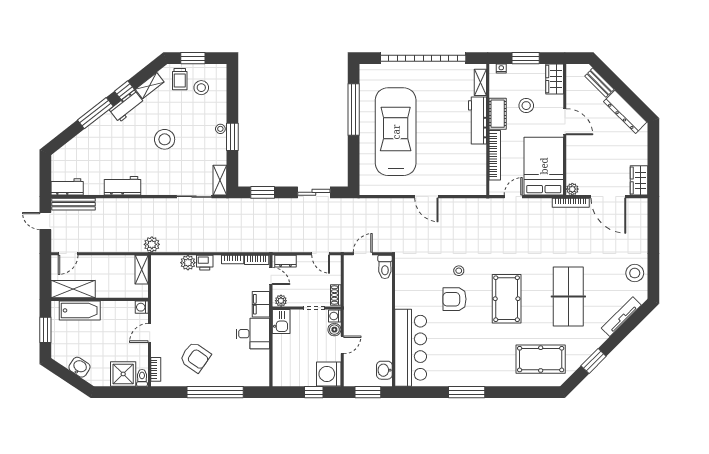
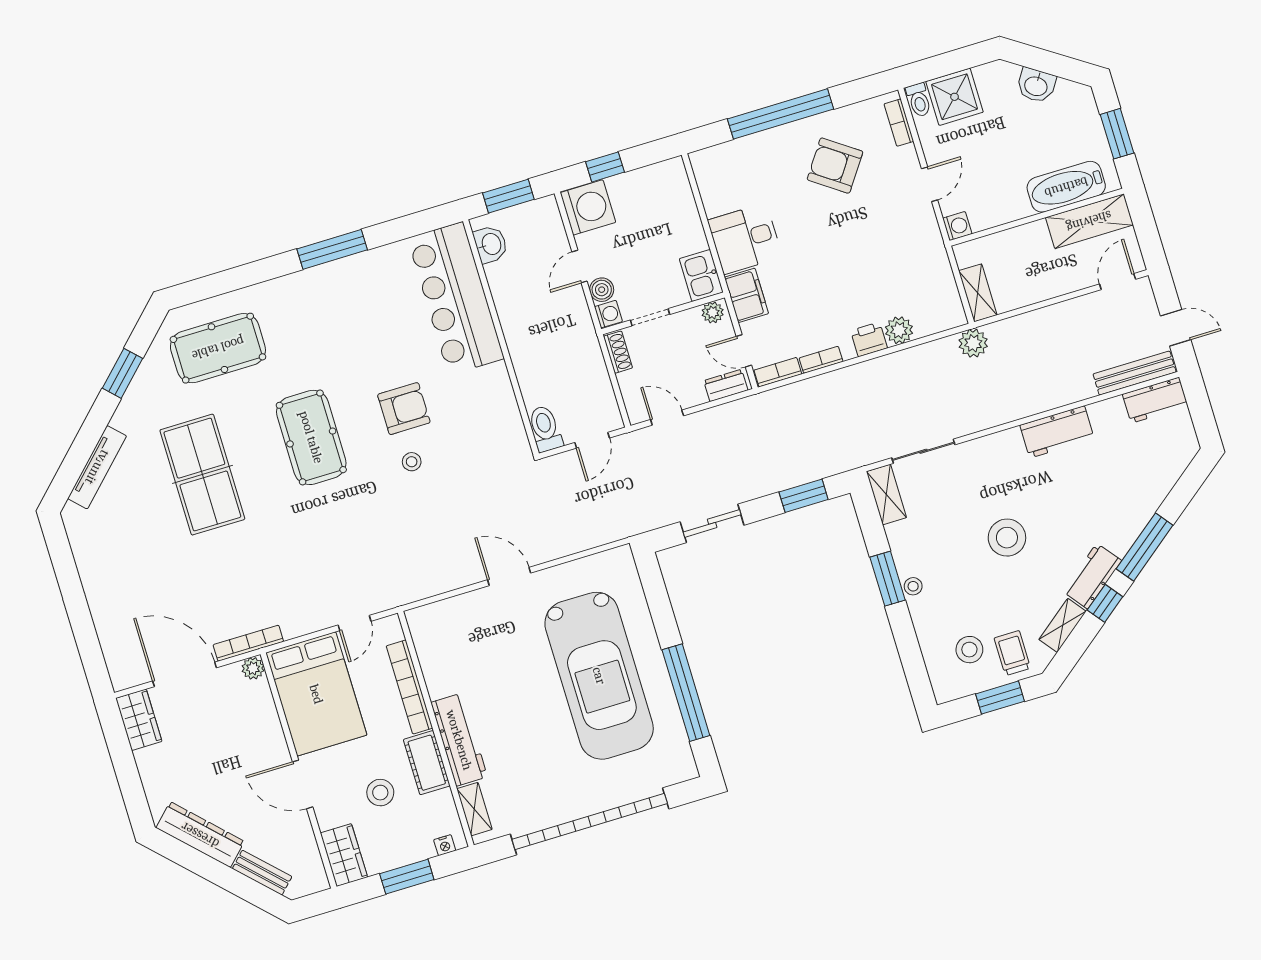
stool: (635, 273) -> (97, 552), removed

